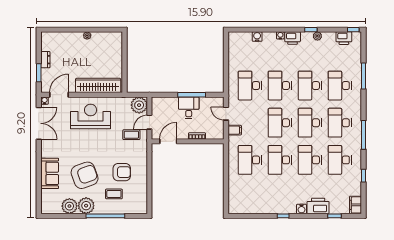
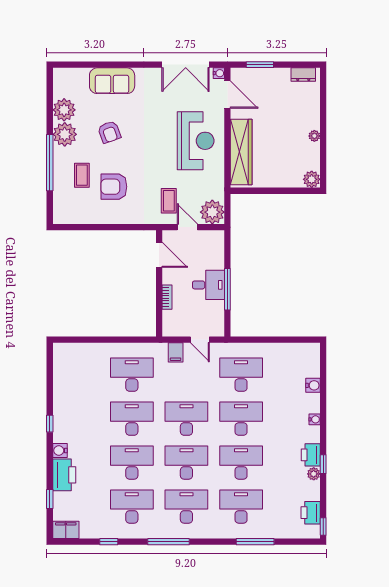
plant: (117, 37) -> (312, 179), added
printer: (293, 38) -> (311, 455), moved
dresser: (45, 60) -> (303, 74), moved
door: (226, 114) -> (200, 340), swing flipped
armchair: (122, 172) -> (114, 187), turned 90
armchair: (85, 175) -> (109, 132), width x0.53, depth x0.53

